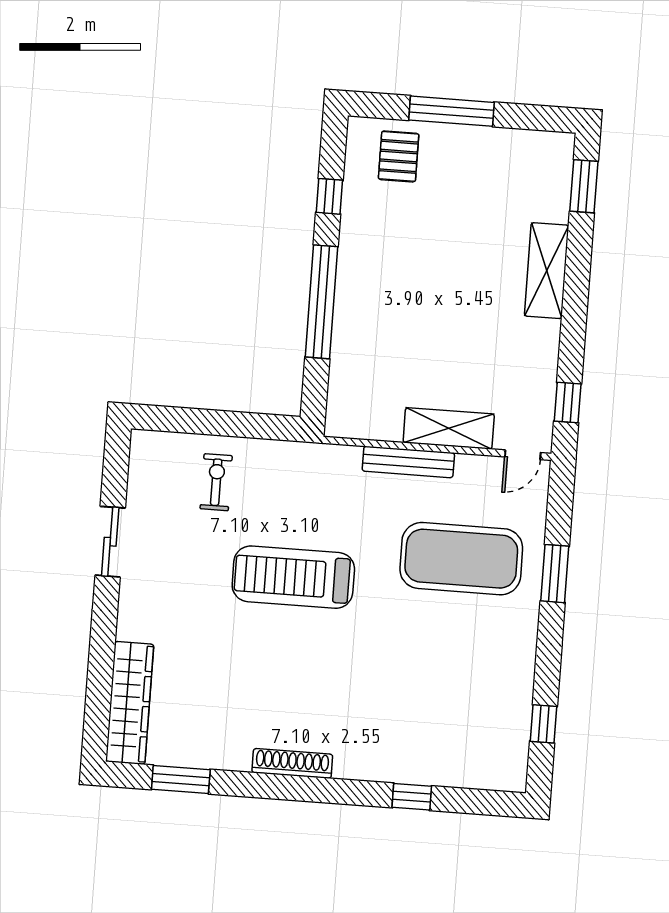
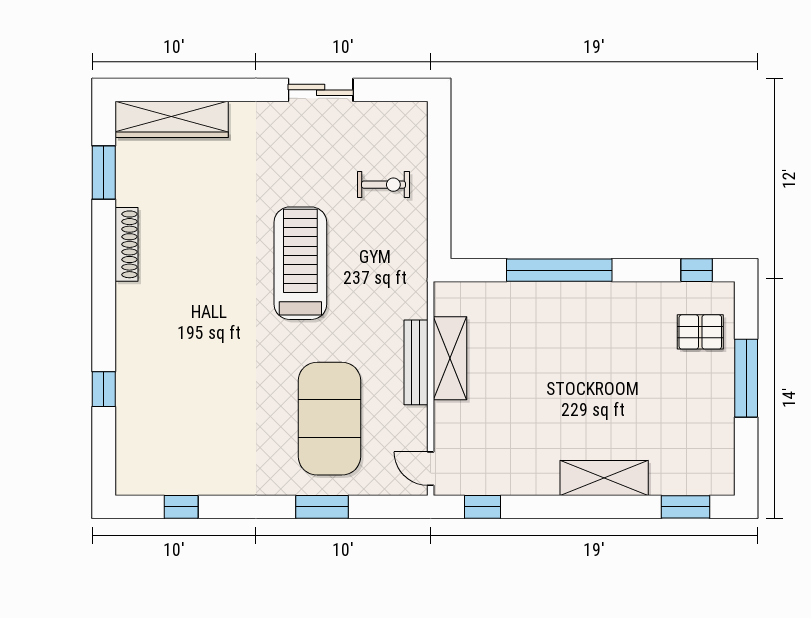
window: (329, 196) -> (697, 270), moved
shelving: (449, 428) -> (450, 358), moved
shoe rack: (292, 763) -> (126, 244), moved

